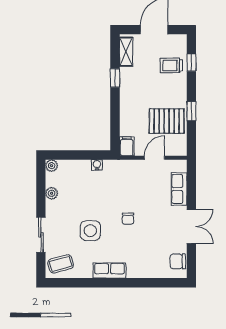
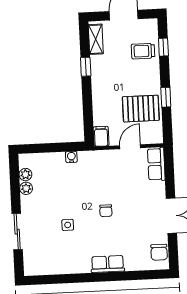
plant: (52, 166) -> (25, 175), moved
row of seats: (179, 189) -> (156, 164), moved
side table: (90, 231) -> (68, 225), width x0.54, depth x0.54
chair: (178, 261) -> (159, 252), turned -89
coffee table: (61, 264) -> (39, 260), removed
row of seats: (109, 271) -> (108, 264), moved

